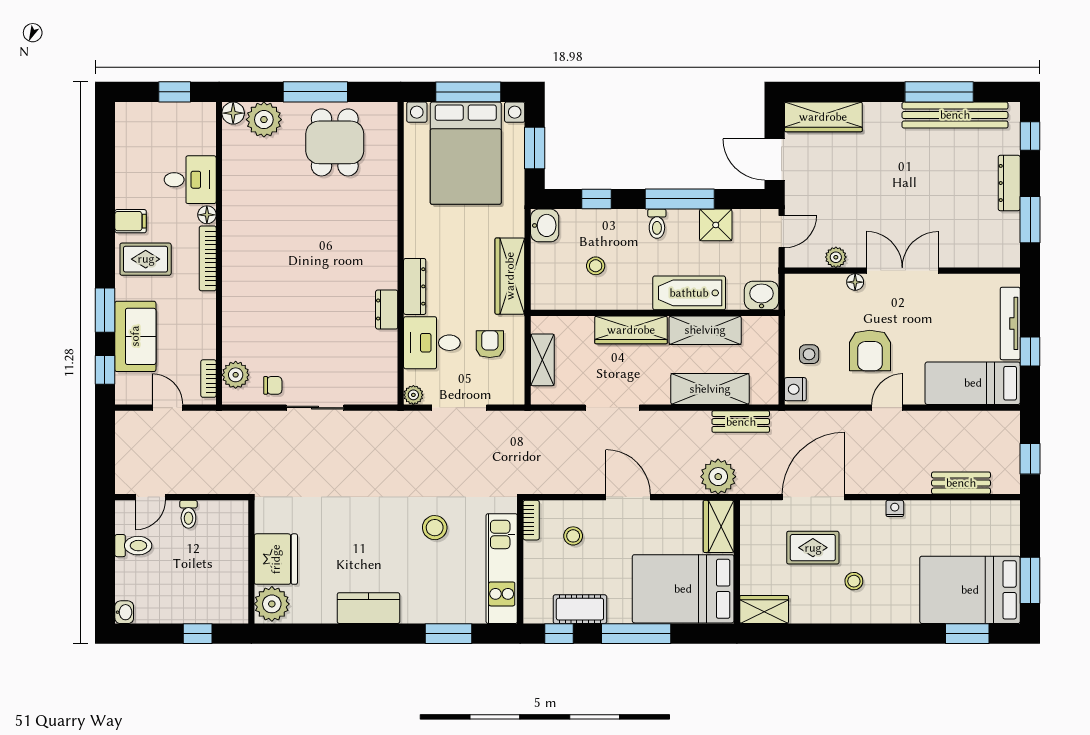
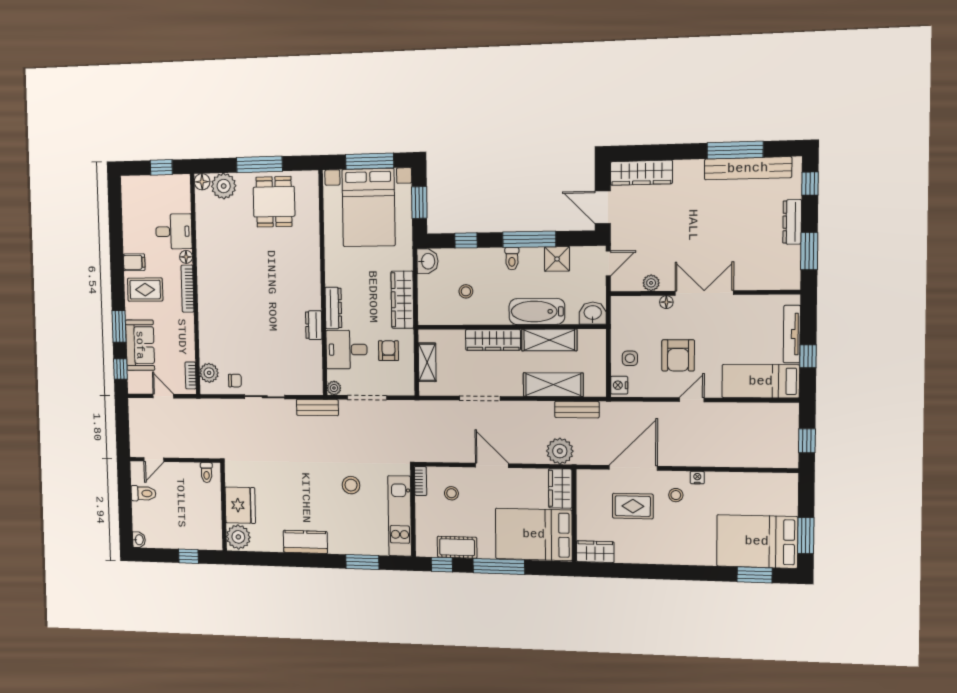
bench: (961, 483) -> (317, 408), moved
toilet: (188, 514) -> (206, 473), moved
stool: (854, 581) -> (676, 495), moved

